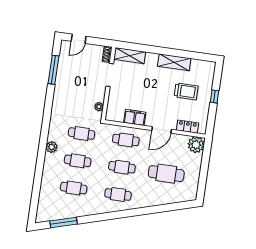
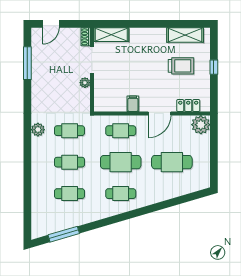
shelving: (174, 62) -> (185, 35), moved
plant: (99, 107) -> (85, 83), moved
filing cabinet: (135, 117) -> (133, 104), width x0.50
plant: (52, 147) -> (38, 130), moved
cafe table: (122, 167) -> (121, 162), width x1.37, depth x1.35

